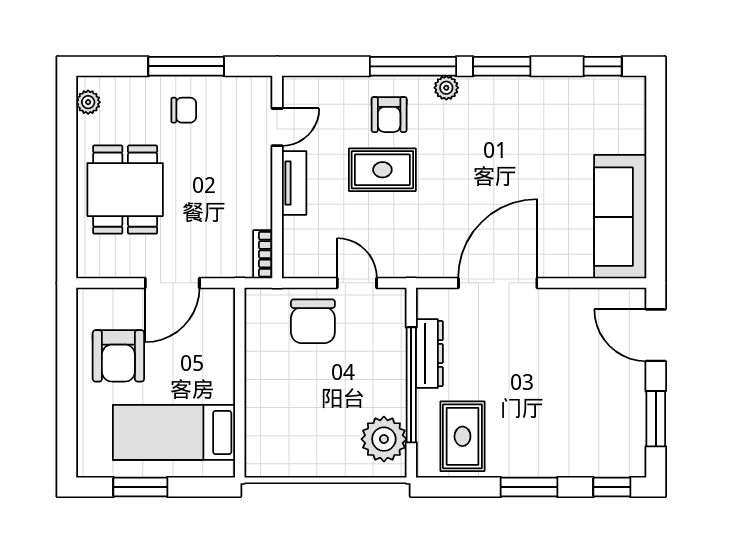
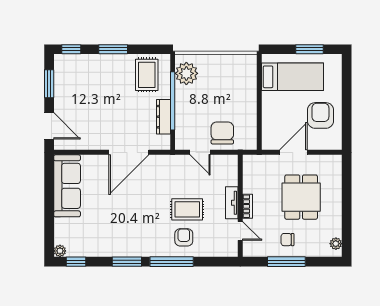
plant: (446, 88) -> (60, 251), moved
door: (277, 127) -> (240, 231), swing flipped
dining table: (125, 190) -> (301, 197), moved
bookcase: (263, 254) -> (248, 206), moved

